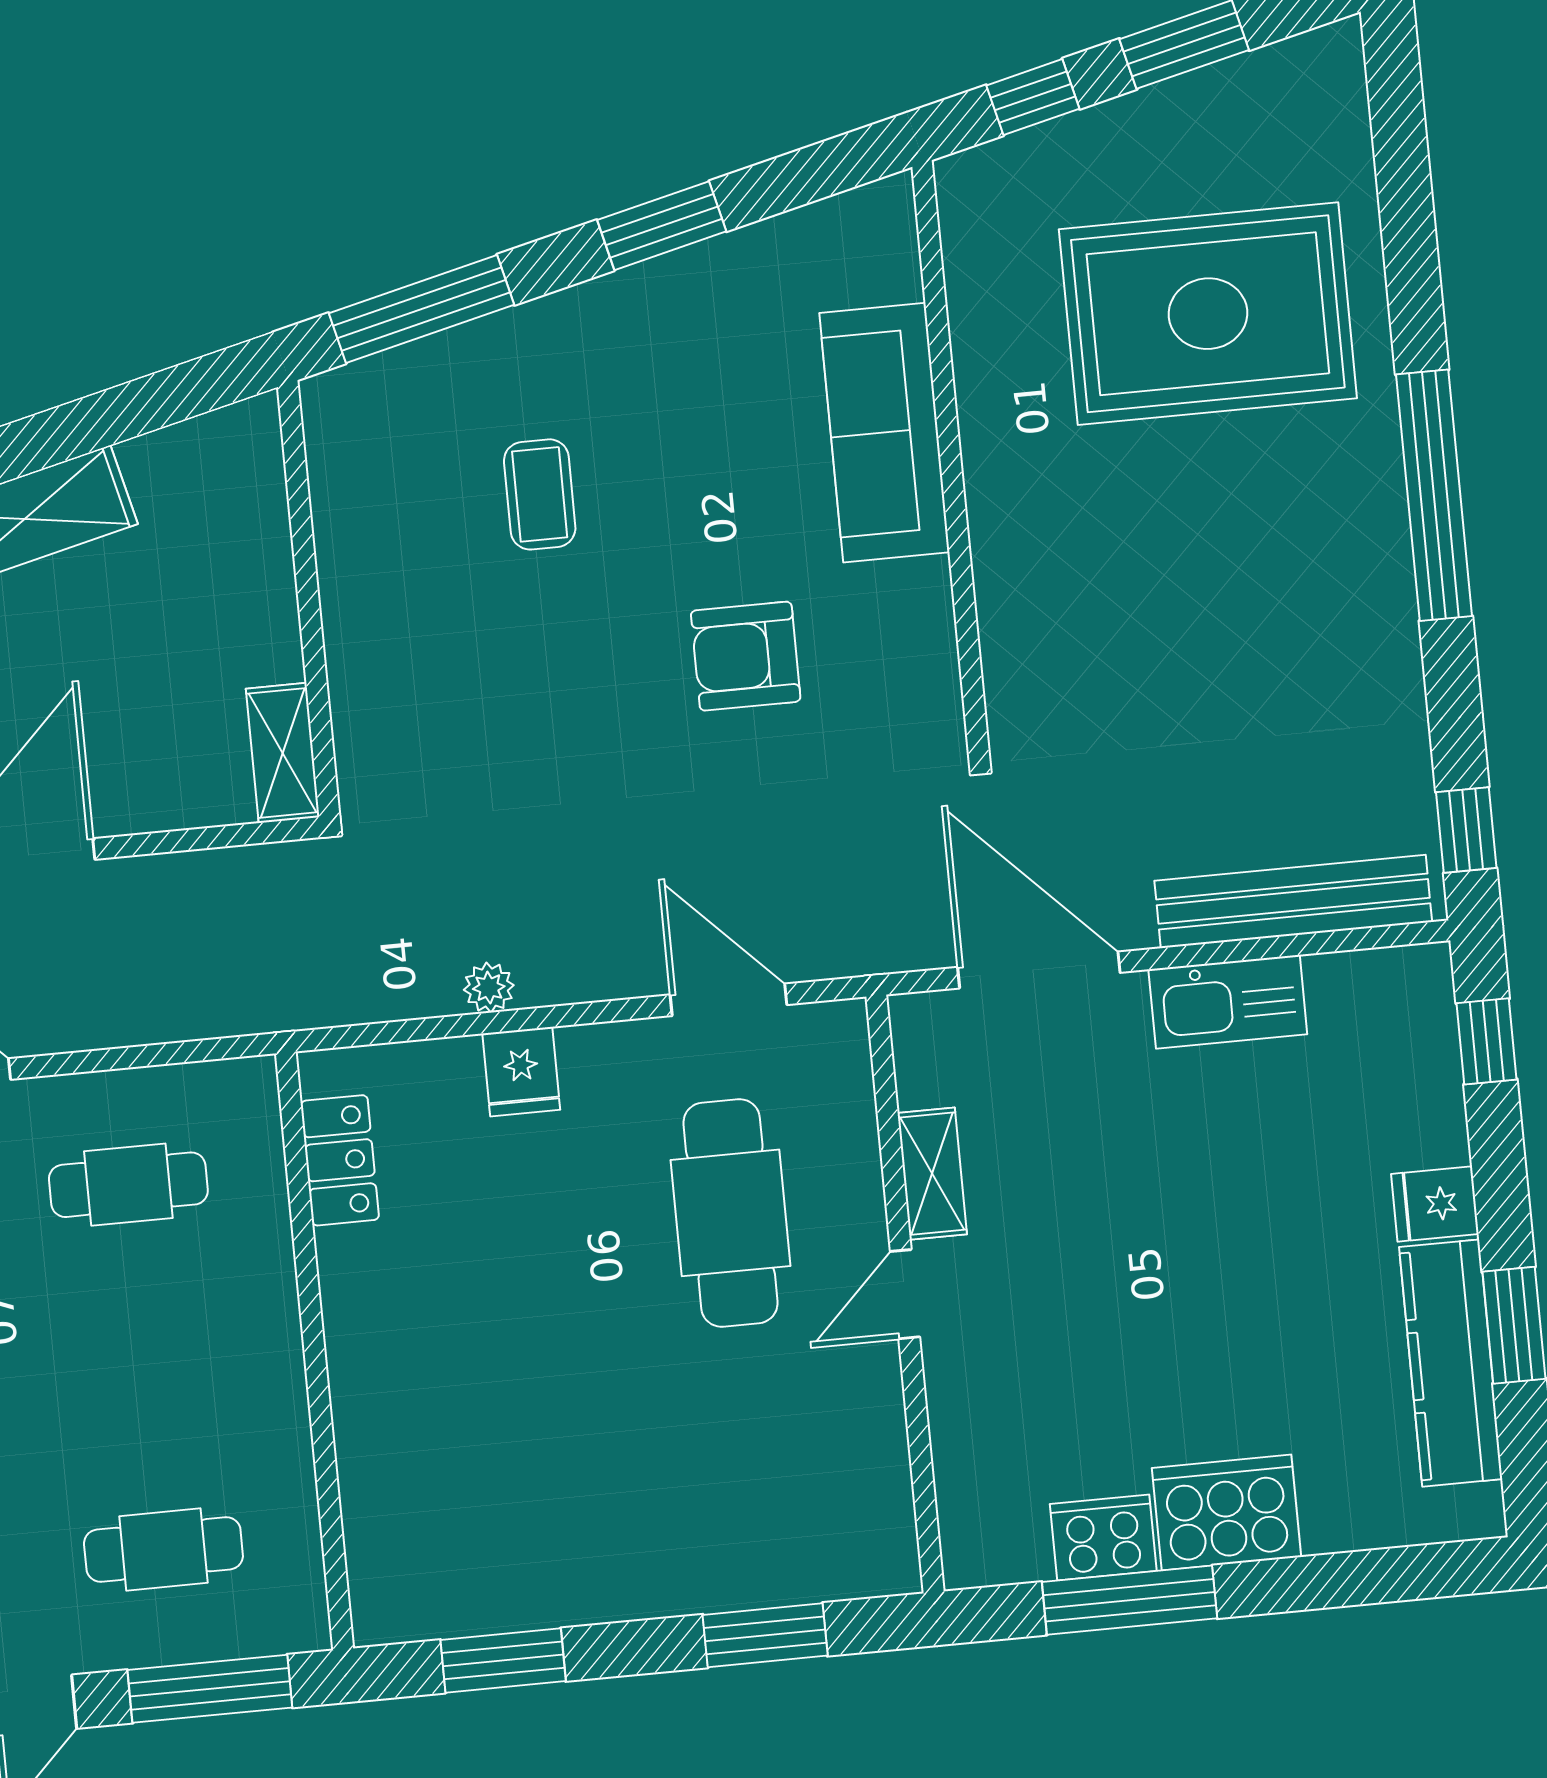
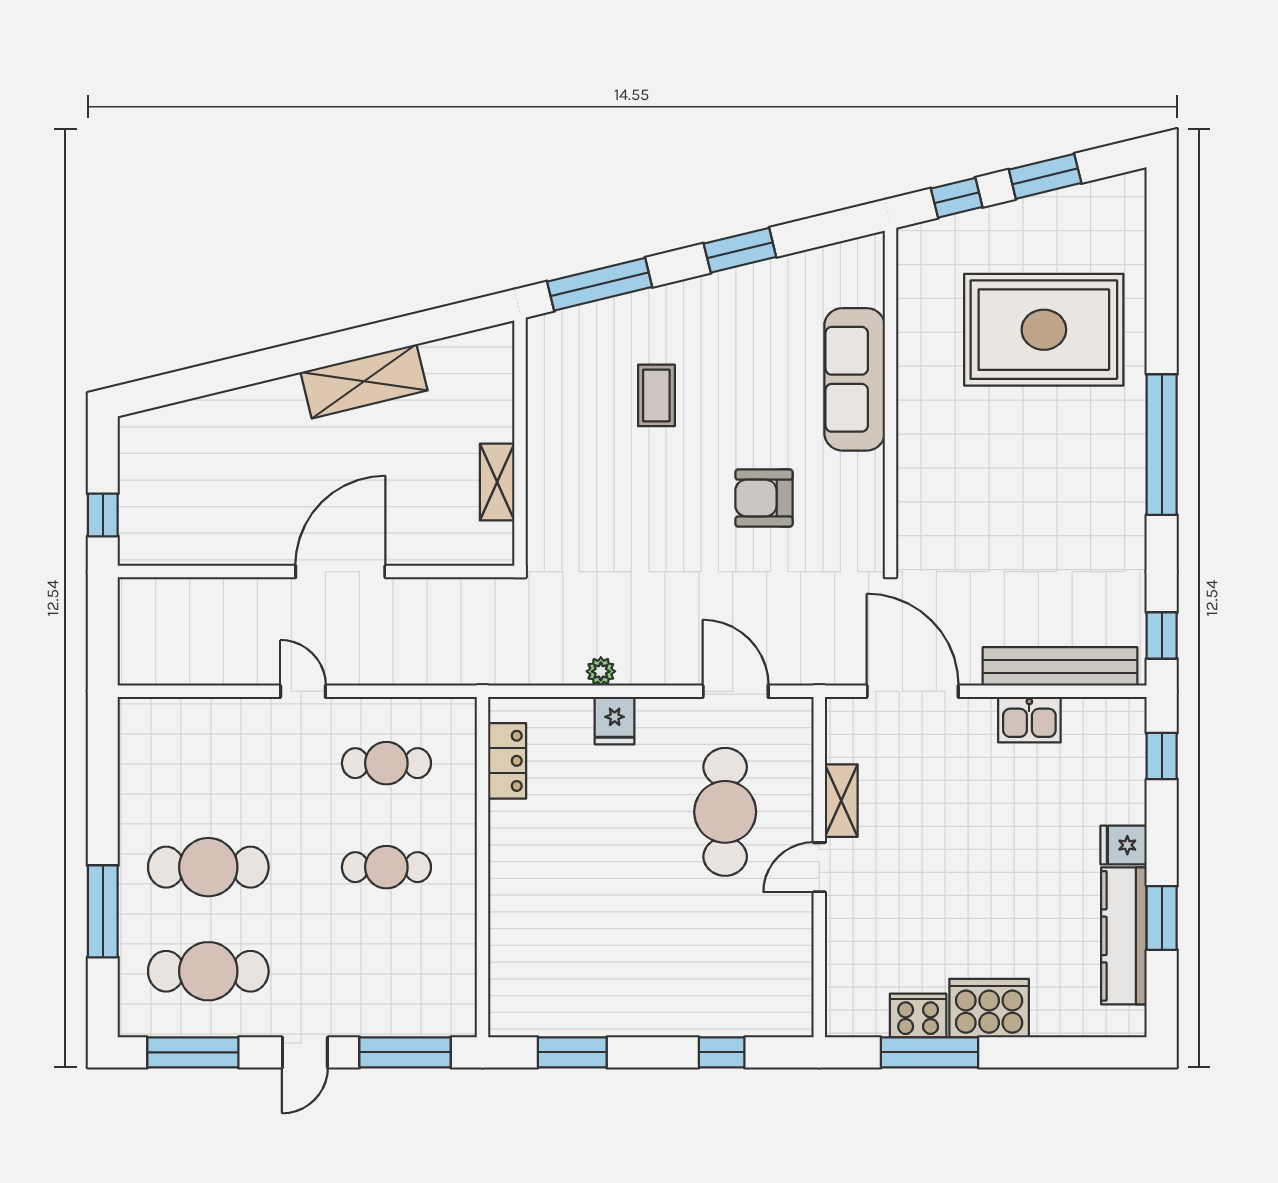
shelving: (283, 753) -> (497, 482), moved
kitchen sink: (1228, 1002) -> (1029, 720), width x0.73
cafe table: (163, 1550) -> (386, 867), moved
window: (765, 1635) -> (722, 1052), width x0.67

